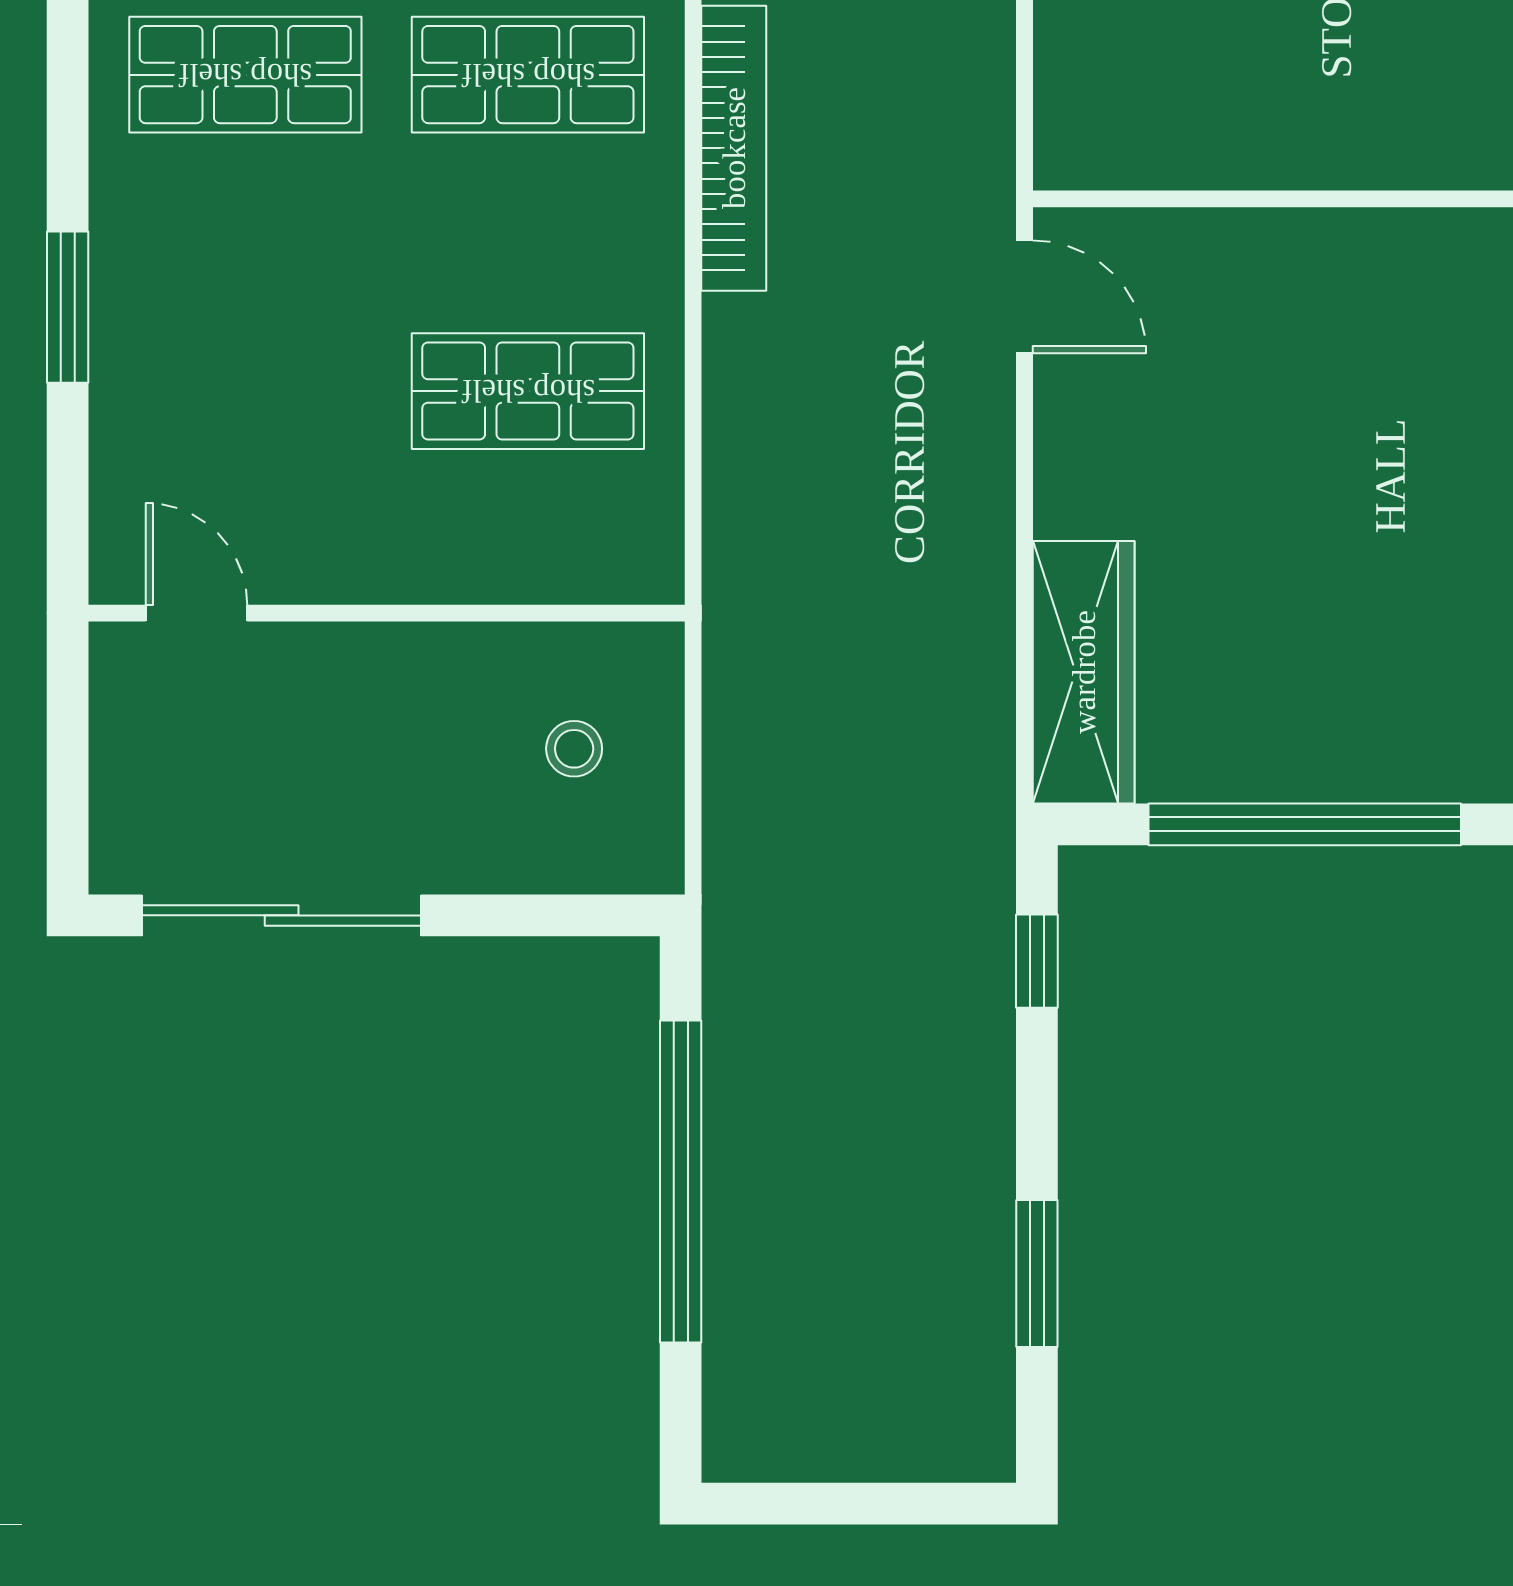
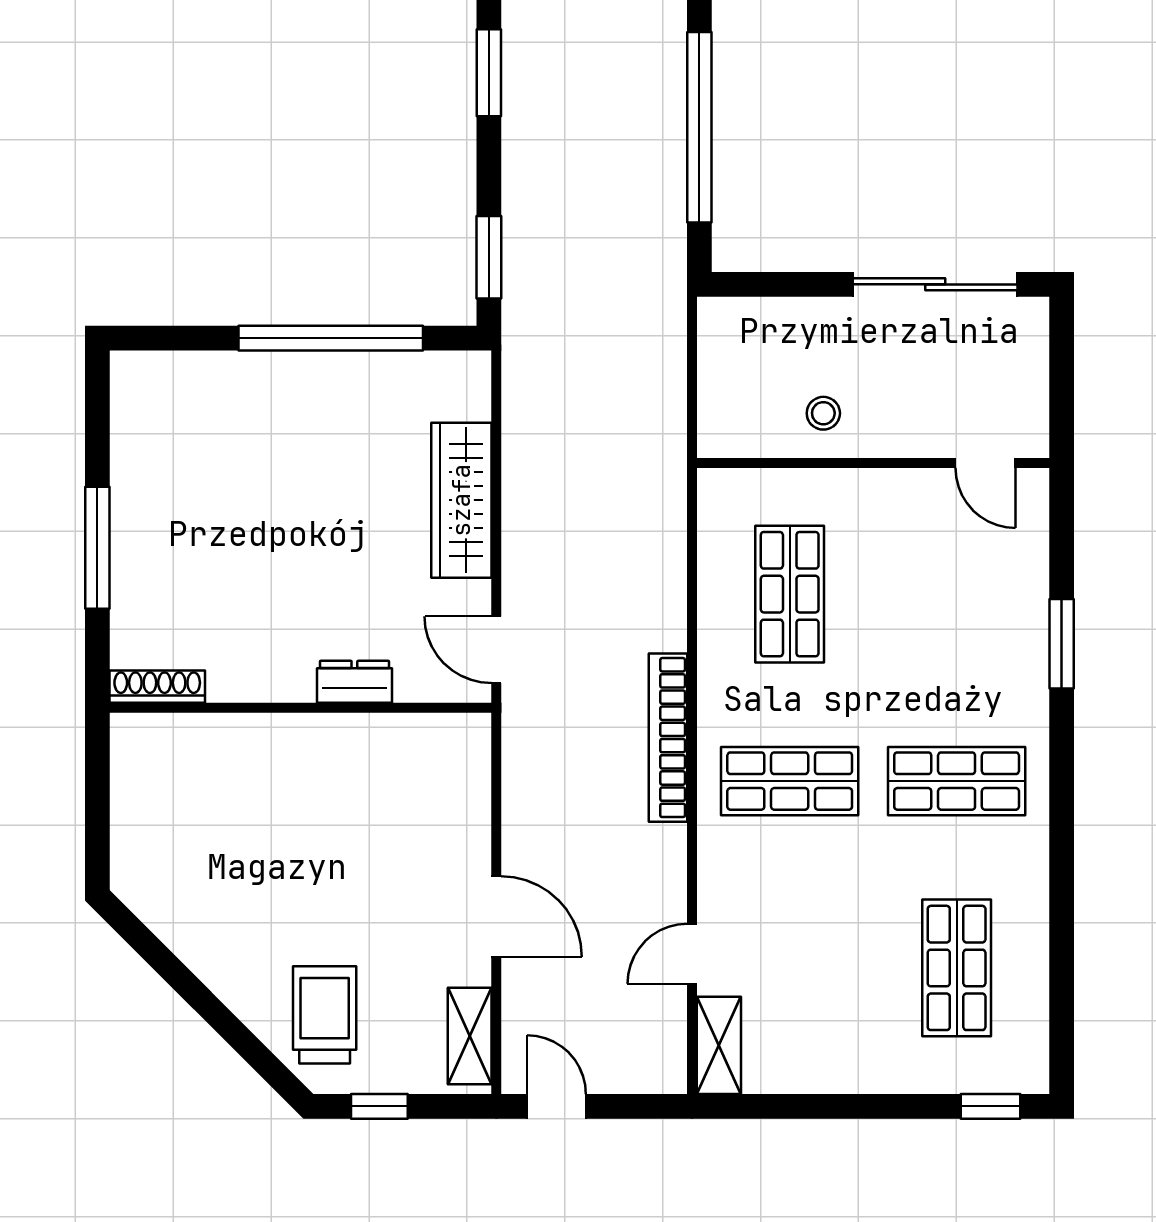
dresser: (1265, 243) -> (354, 682), added
shop shelf: (528, 391) -> (790, 594), turned 90
wardrobe: (1084, 672) -> (461, 500), moved
stool: (574, 749) -> (823, 413), moved
window: (1037, 961) -> (489, 257), width x1.50

